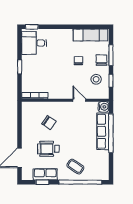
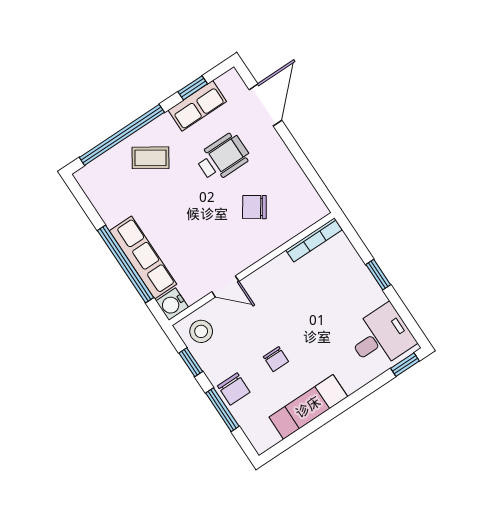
exam couch: (91, 35) -> (308, 407), moved
stool: (96, 79) -> (201, 331), moved

